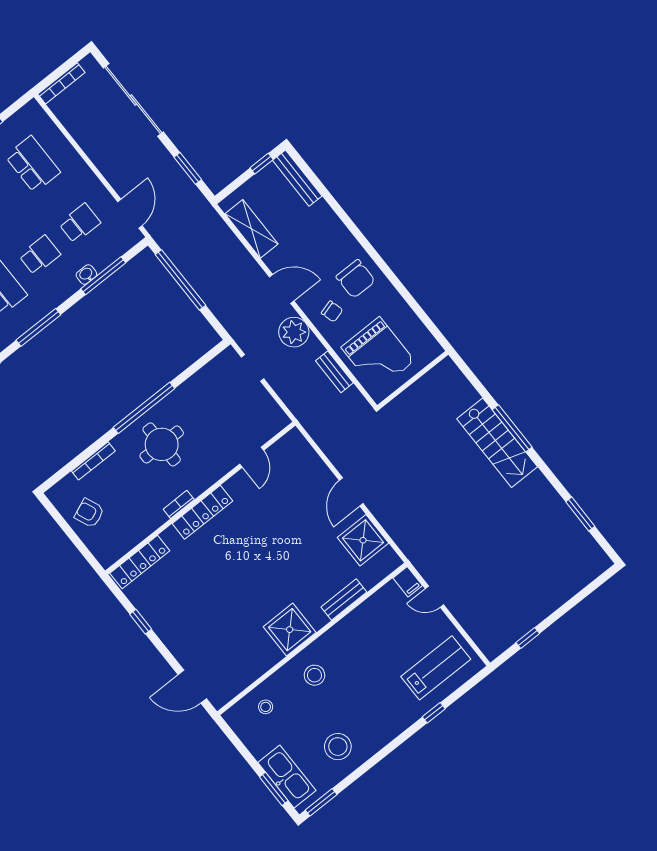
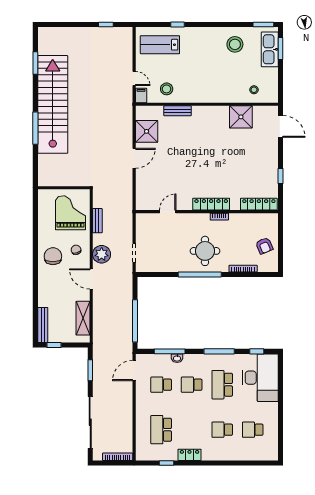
stairs: (497, 443) -> (53, 104), width x1.86, depth x1.51
shower: (290, 630) -> (241, 117), moved
stool: (314, 675) -> (167, 89), moved

